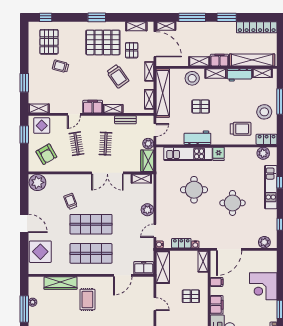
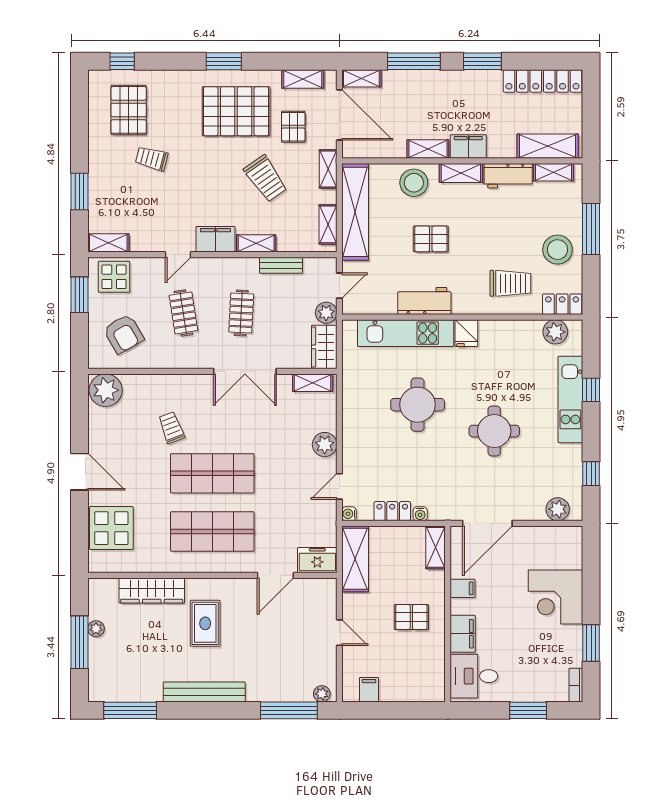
shelving: (252, 60) -> (548, 146), width x0.68

